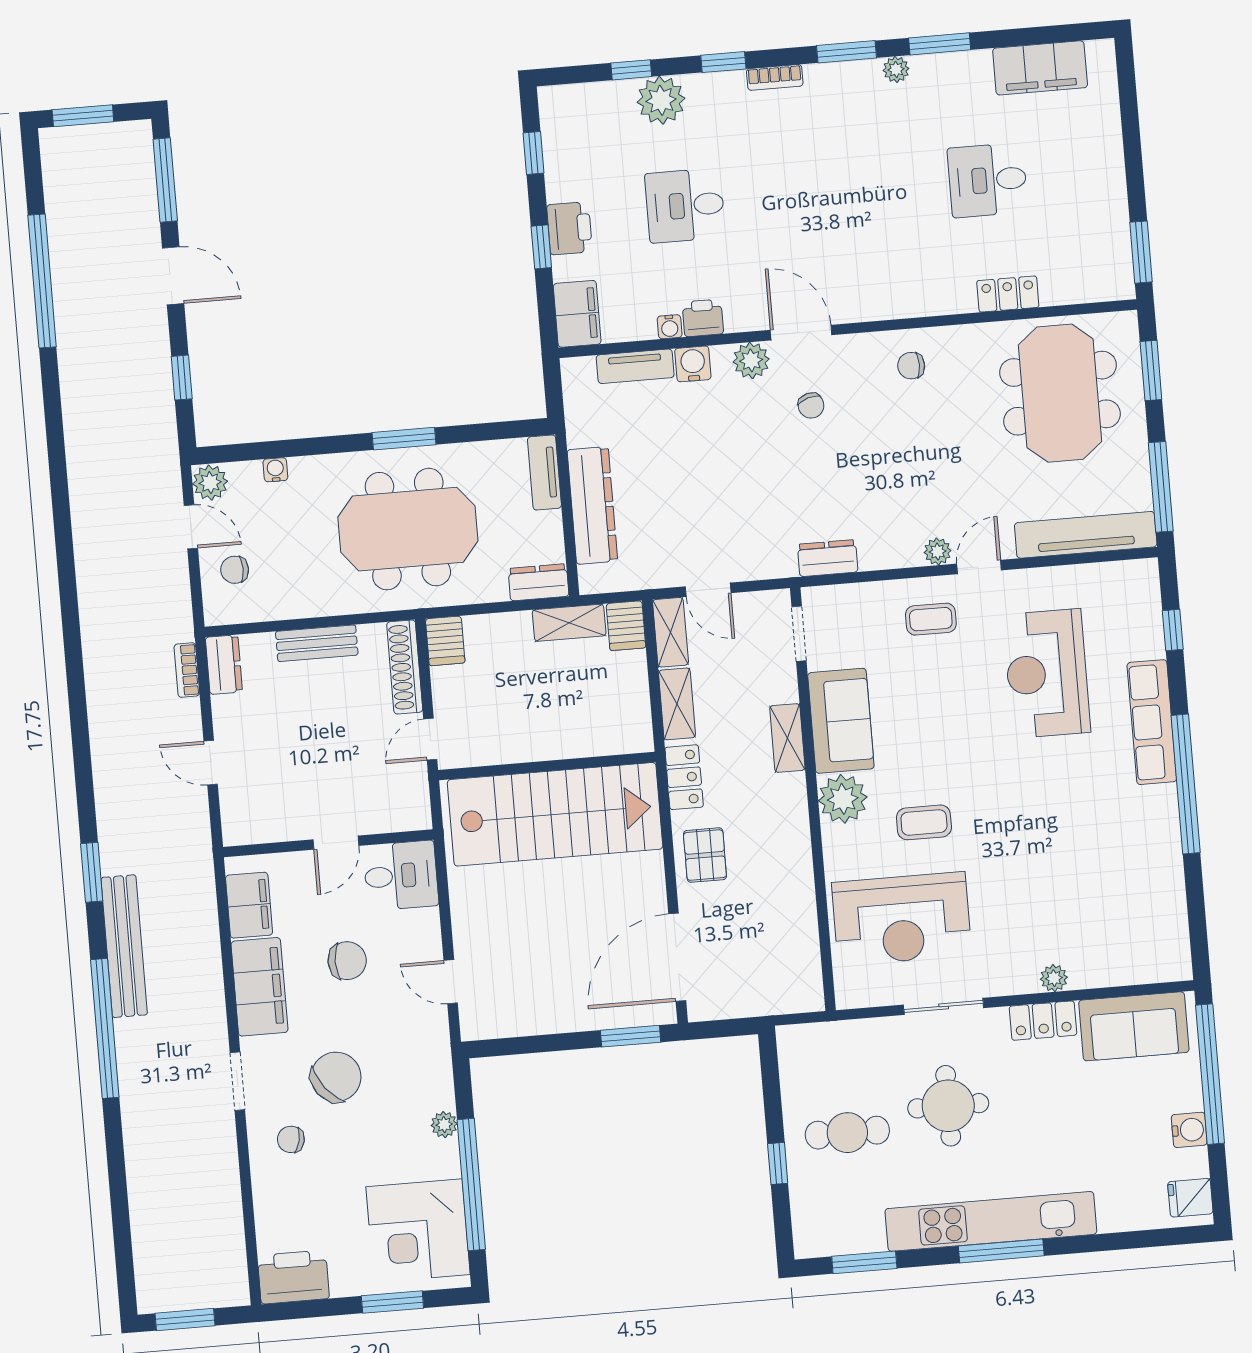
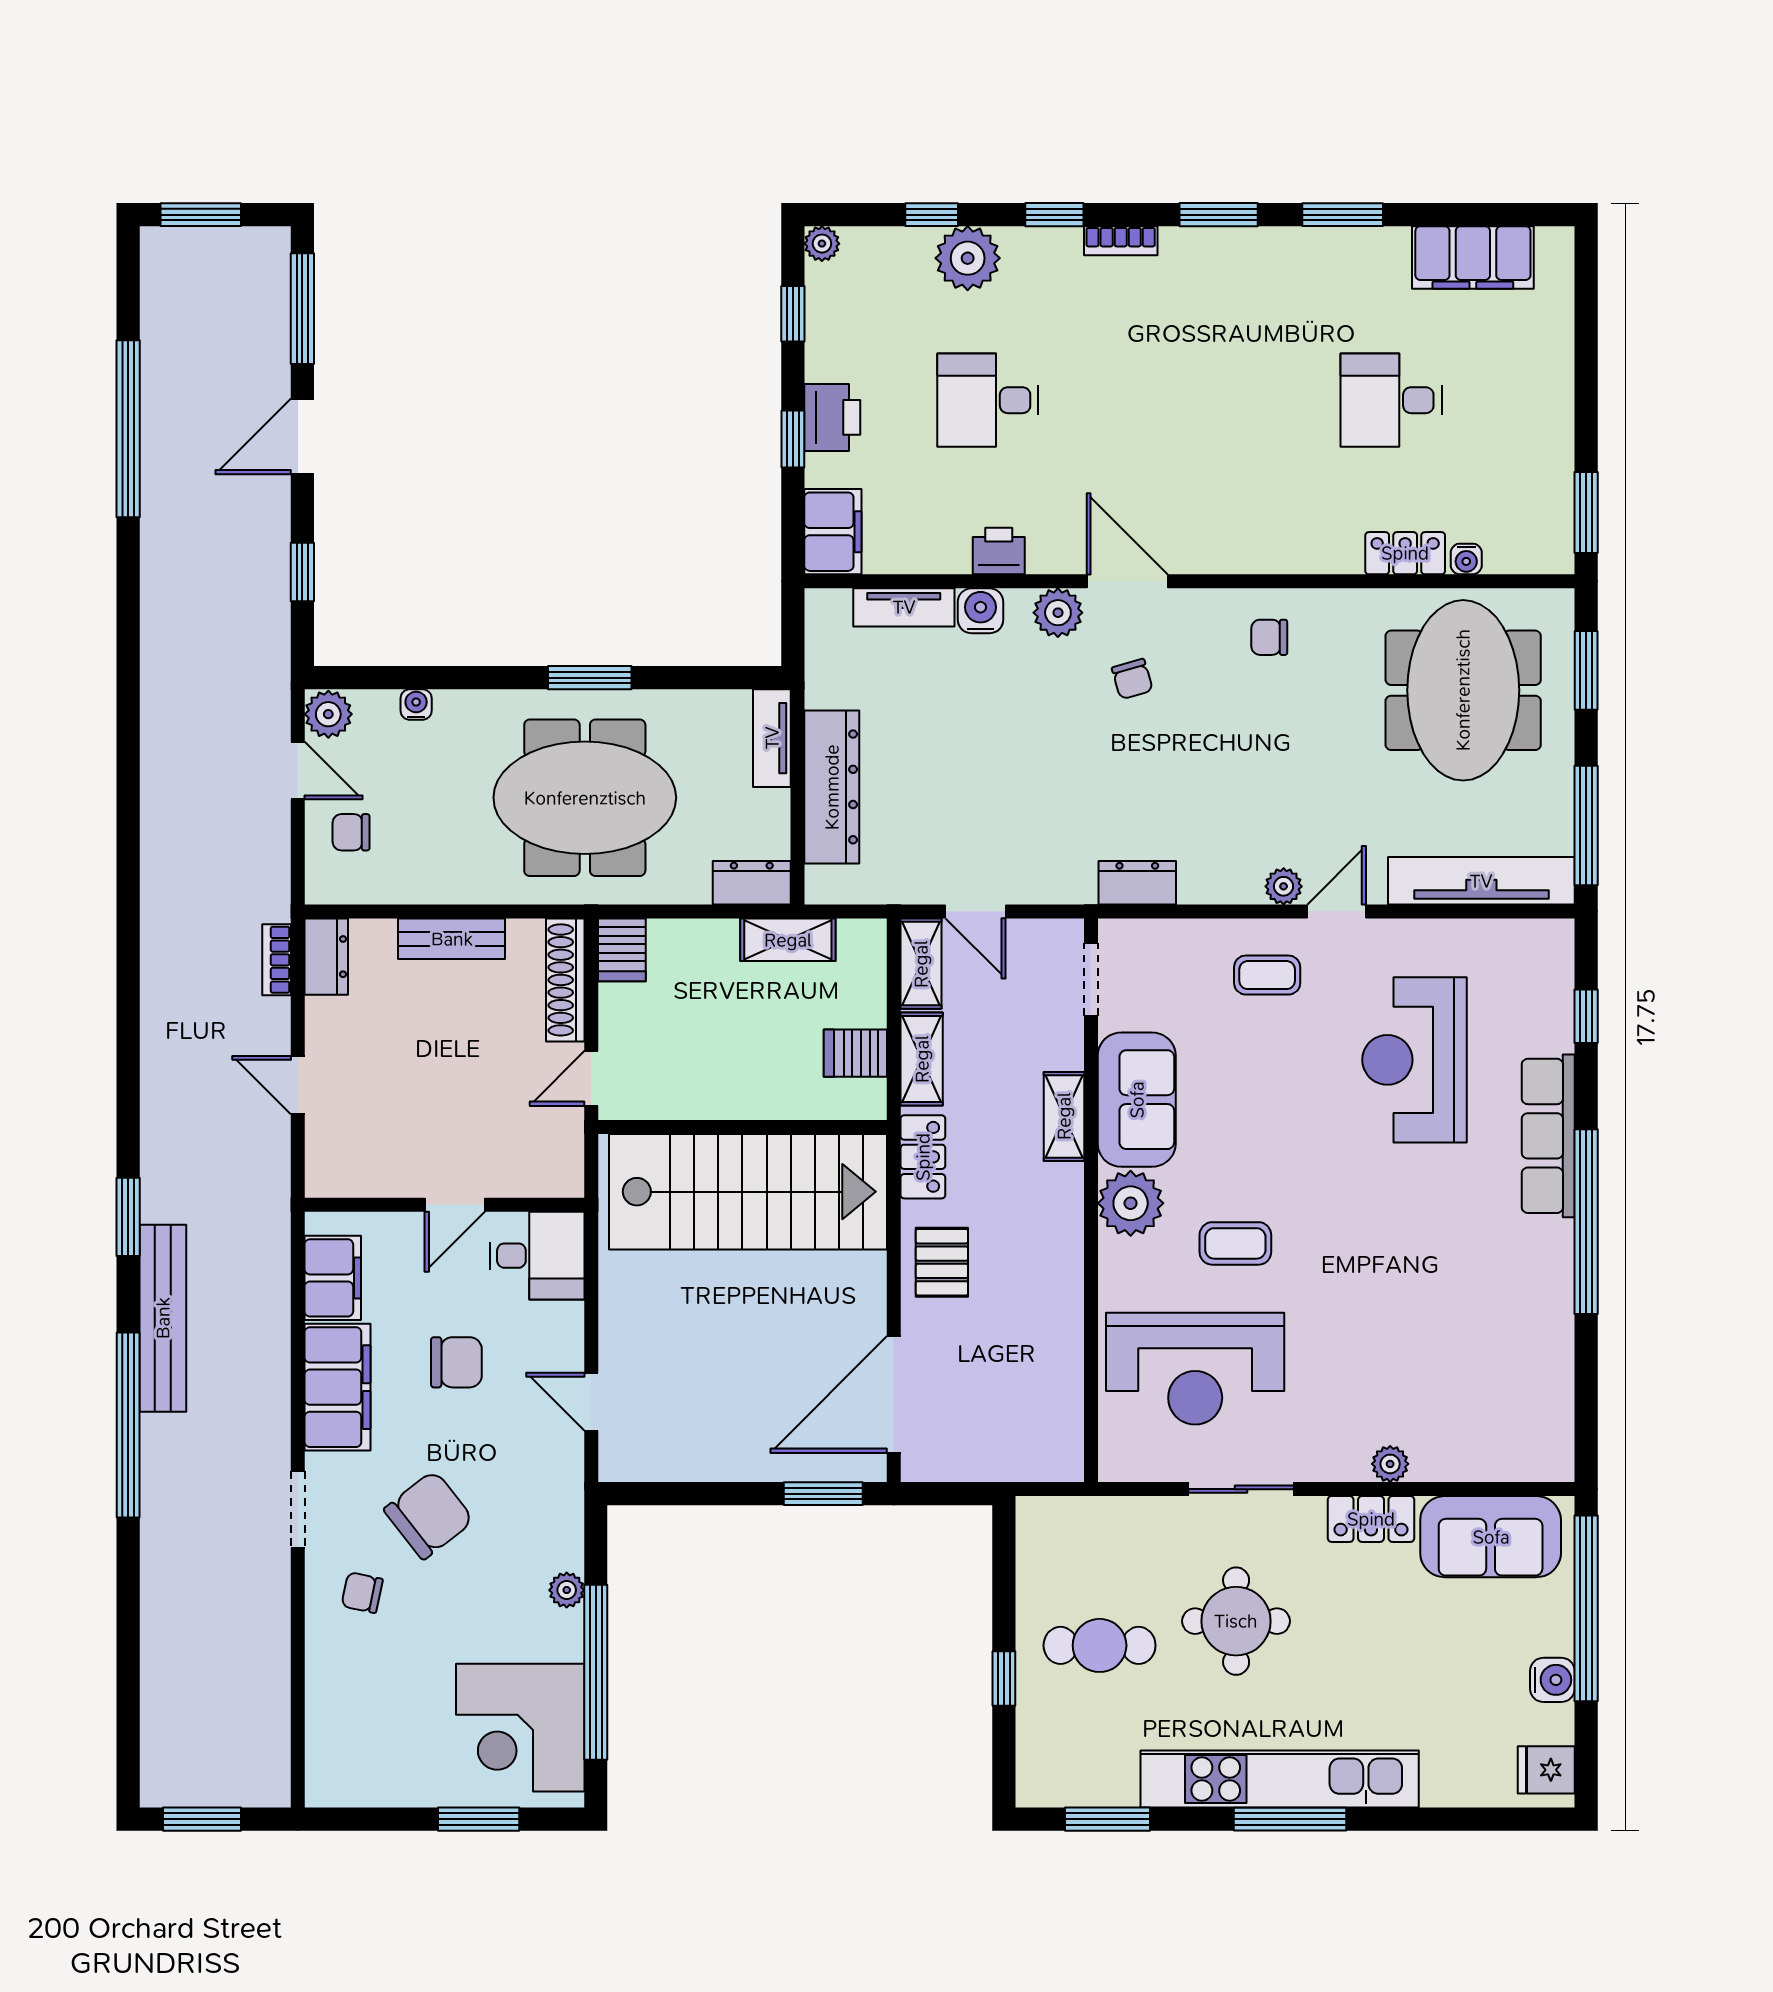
plant: (896, 69) -> (822, 244), moved
door: (173, 276) -> (302, 436), swing flipped
water cooler: (670, 327) -> (1466, 559), moved
server rack: (626, 626) -> (855, 1053), moved, turned 90
printer: (293, 1277) -> (350, 1775), removed

